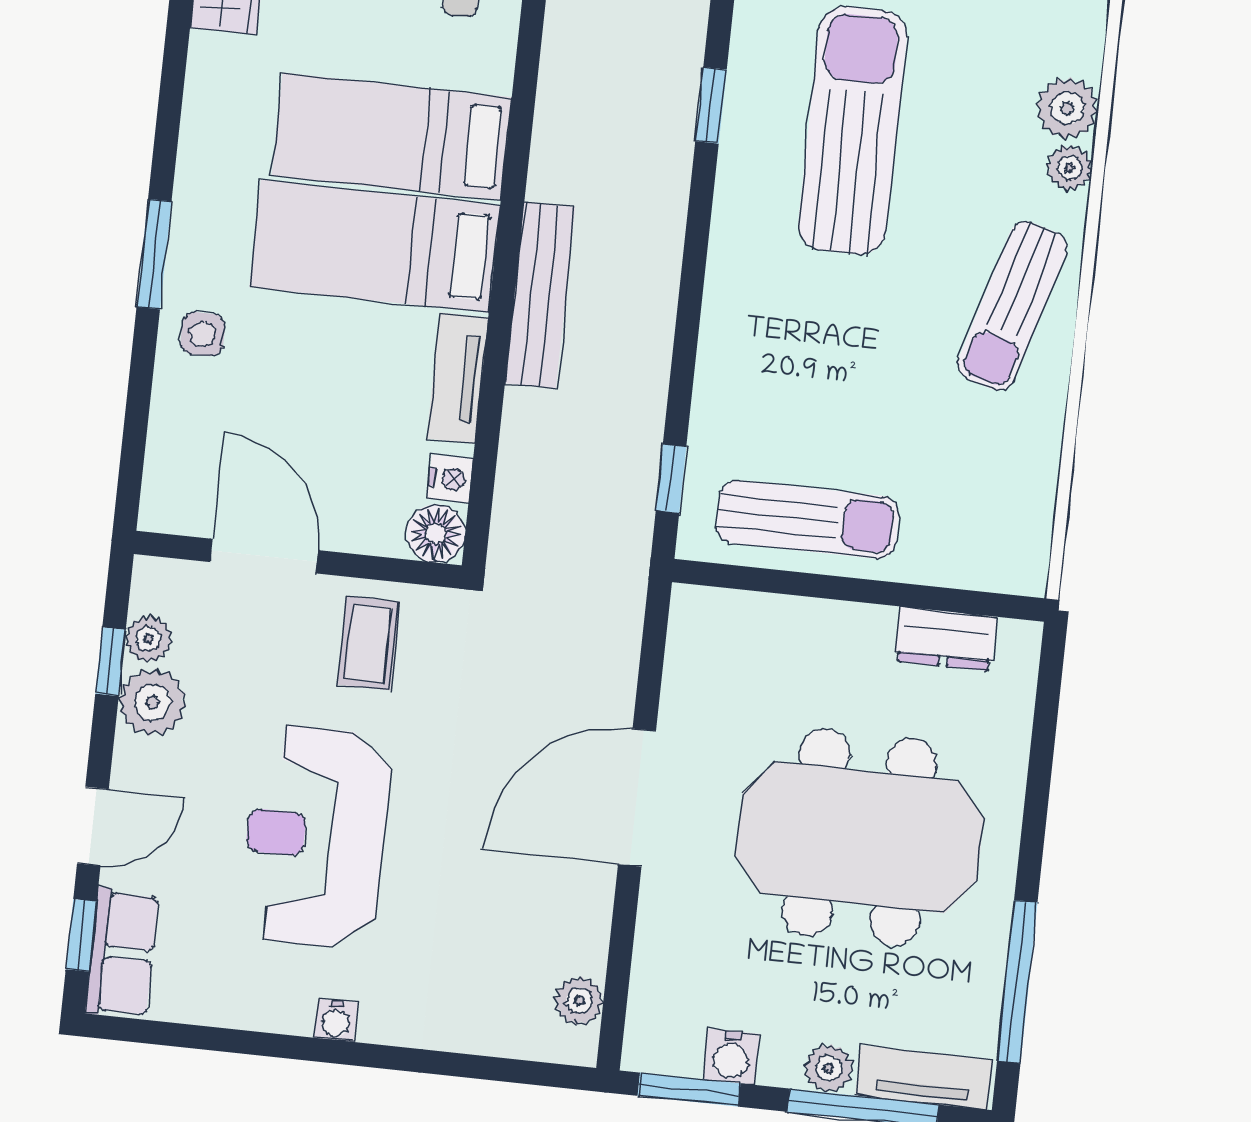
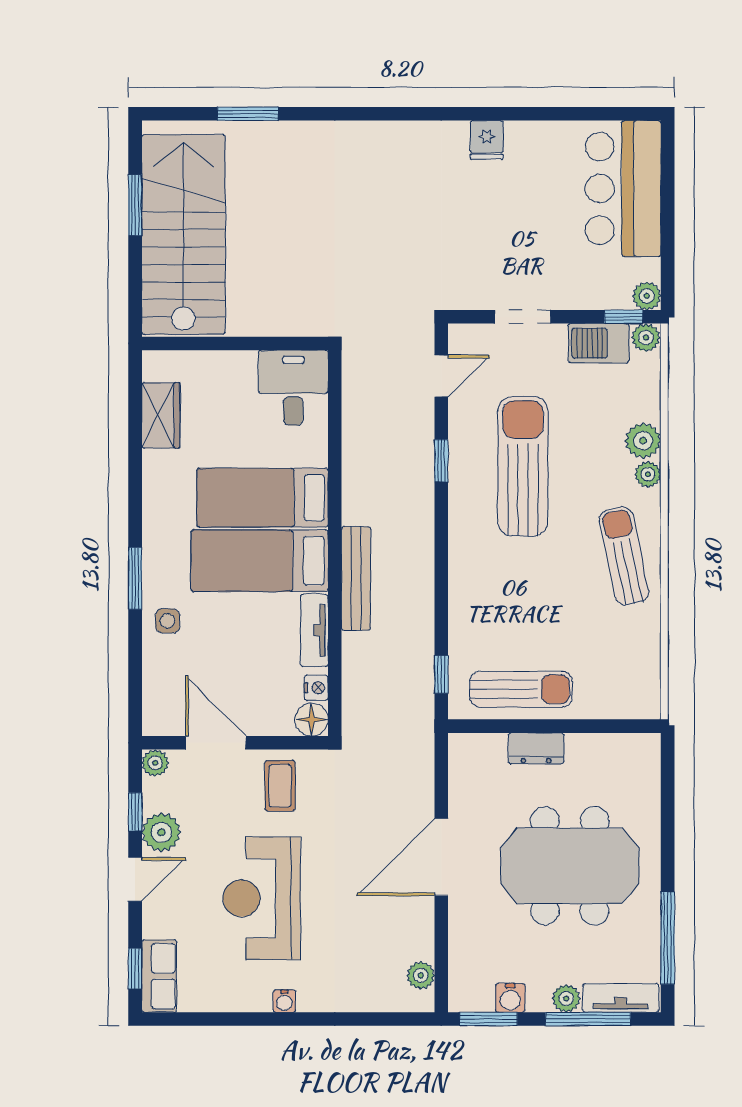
sun lounger: (1012, 306) -> (624, 556), turned 152
plant: (148, 639) -> (155, 763), moved
dresser: (946, 639) -> (536, 748), moved
door: (93, 826) -> (135, 879), moved

